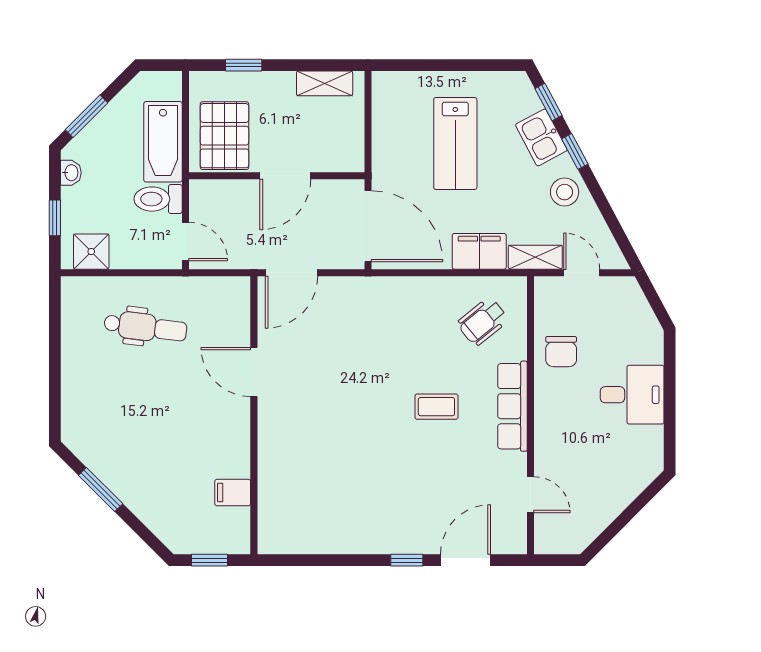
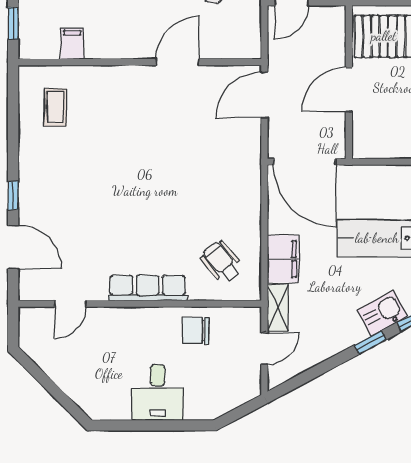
door: (285, 176) -> (349, 90), hinge flipped
stool: (565, 192) -> (335, 334), removed
door: (368, 226) -> (305, 162), hinge flipped
door: (291, 273) -> (264, 95), hinge flipped
coffee table: (436, 407) -> (55, 107), moved

